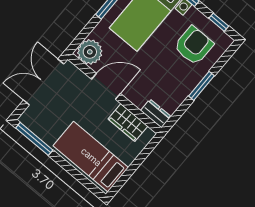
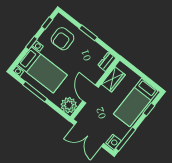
armchair: (194, 45) -> (63, 39), turned -91
nightstand: (30, 120) -> (114, 142), added
window: (79, 177) -> (149, 109), added

